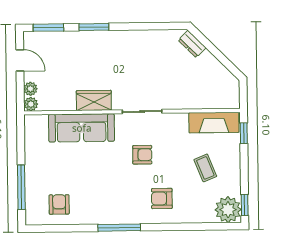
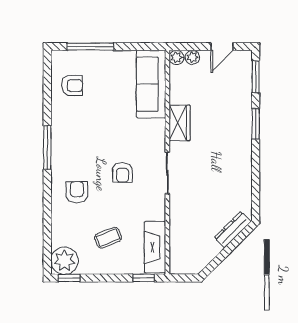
dresser: (192, 44) -> (233, 230), width x1.44
sofa: (82, 128) -> (151, 84), moved

